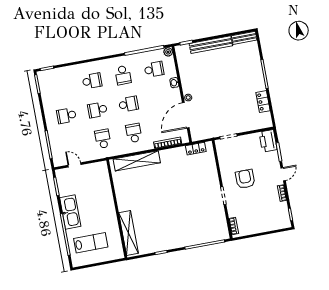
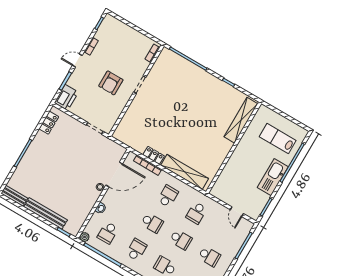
school desk: (154, 69) -> (108, 233), turned -90
locker: (263, 102) -> (49, 123), moved
school desk: (128, 104) -> (152, 223), turned 180
school desk: (134, 133) -> (168, 196), turned 180
locker: (196, 149) -> (154, 155), moved

